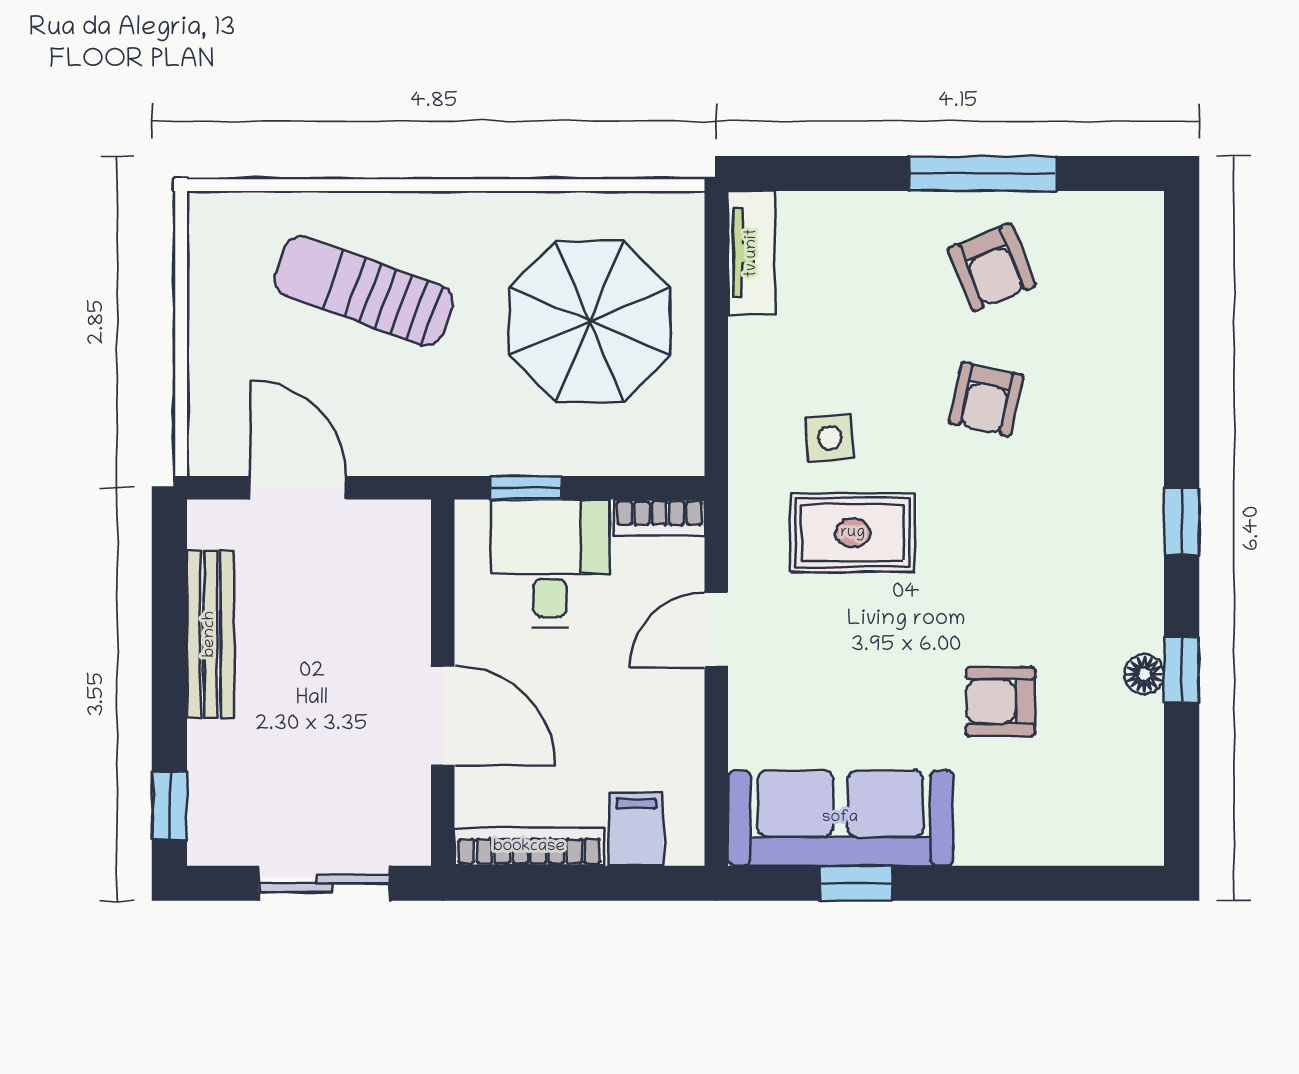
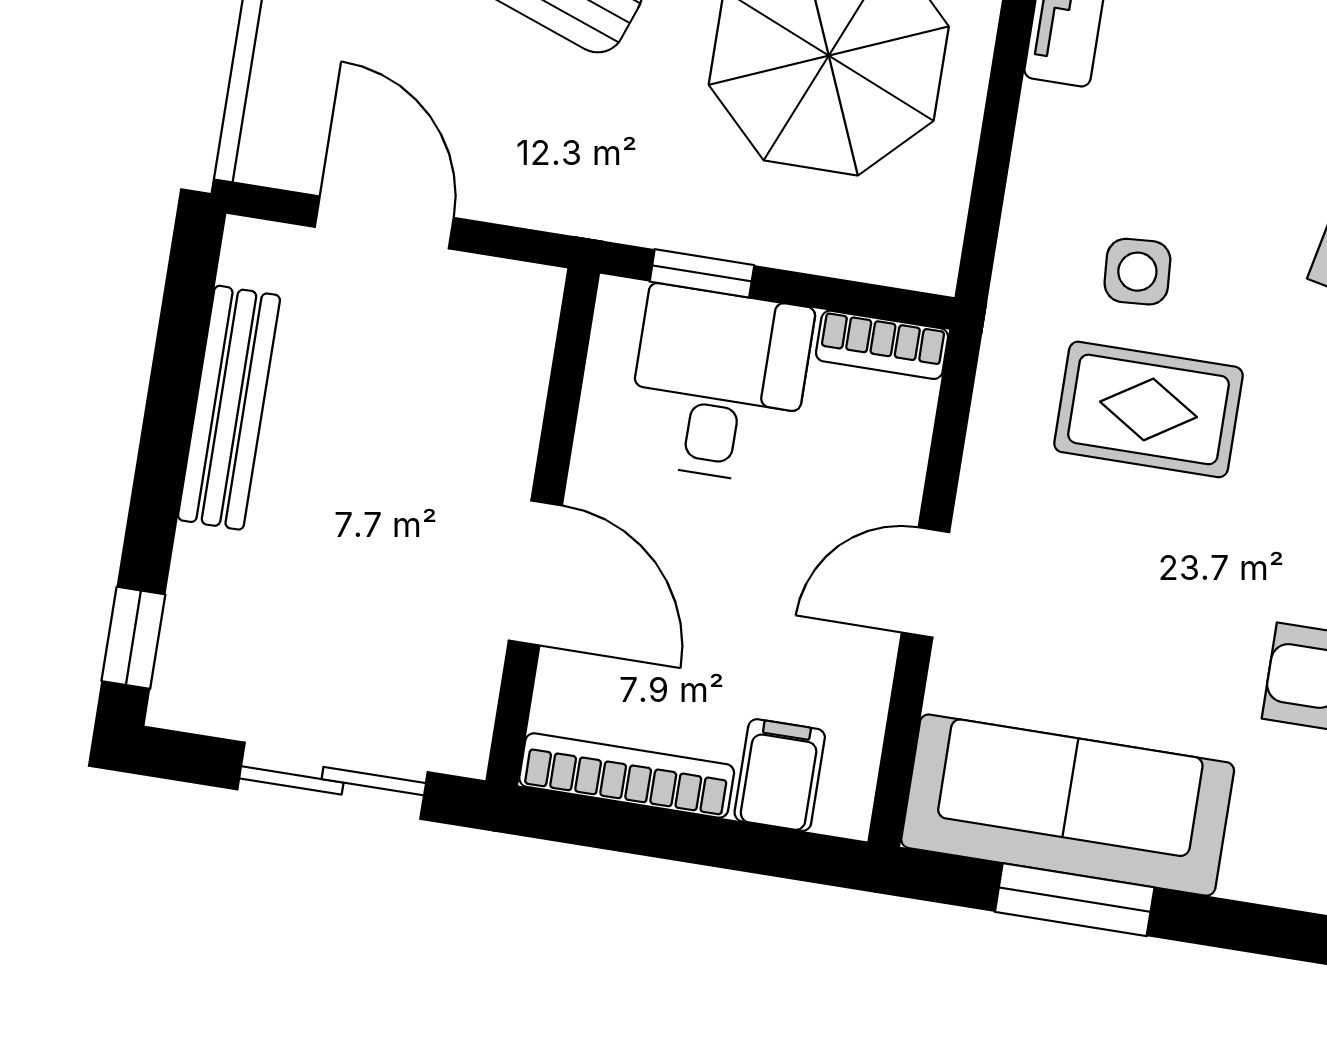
door: (716, 630) -> (926, 582), moved
window: (856, 883) -> (1075, 900), width x1.50

